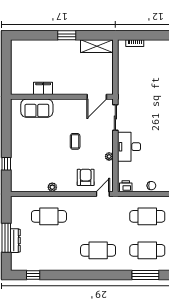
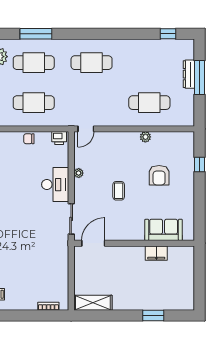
window: (67, 35) -> (153, 316), moved
armchair: (86, 177) -> (159, 175), moved

